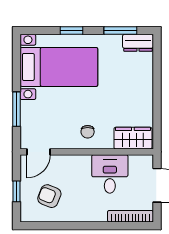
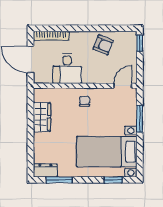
window: (72, 31) -> (113, 180), moved
wardrobe: (133, 138) -> (42, 117), moved, turned -90
window: (17, 191) -> (140, 43), moved
armchair: (49, 196) -> (103, 45), moved

